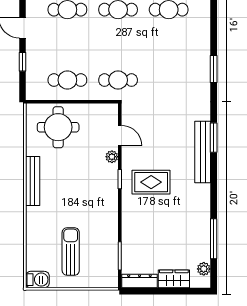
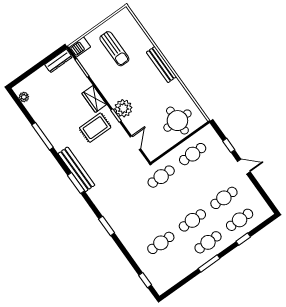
door: (120, 136) -> (135, 143), swing flipped
plant: (112, 157) -> (123, 108), moved, width x1.88, depth x1.88
bench: (33, 181) -> (161, 64), moved
window: (214, 239) -> (43, 136), moved
wardrobe: (174, 279) -> (94, 99), moved, turned 90
barbecue: (37, 280) -> (80, 47), moved

